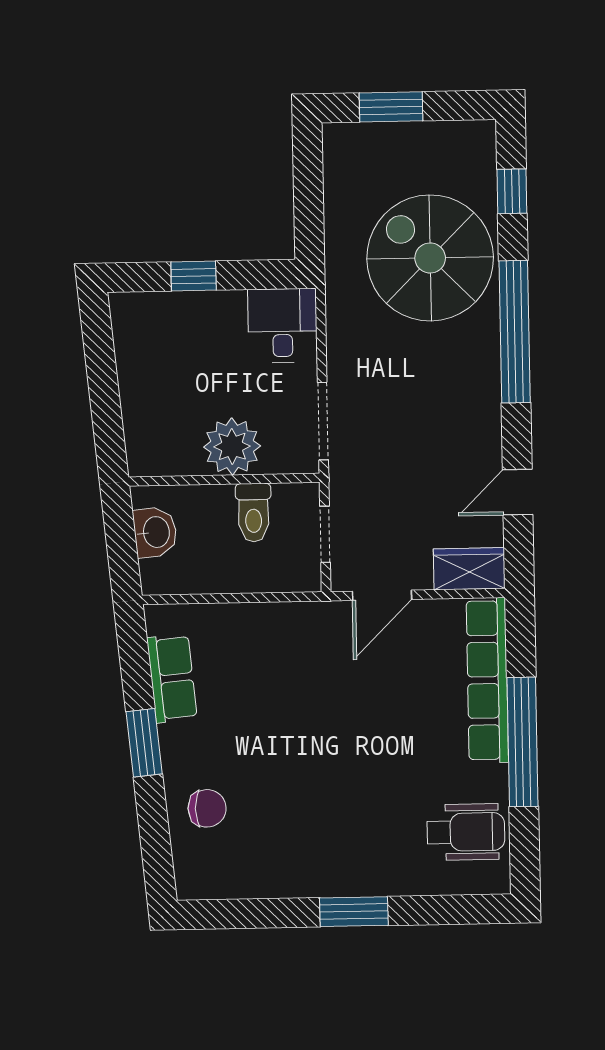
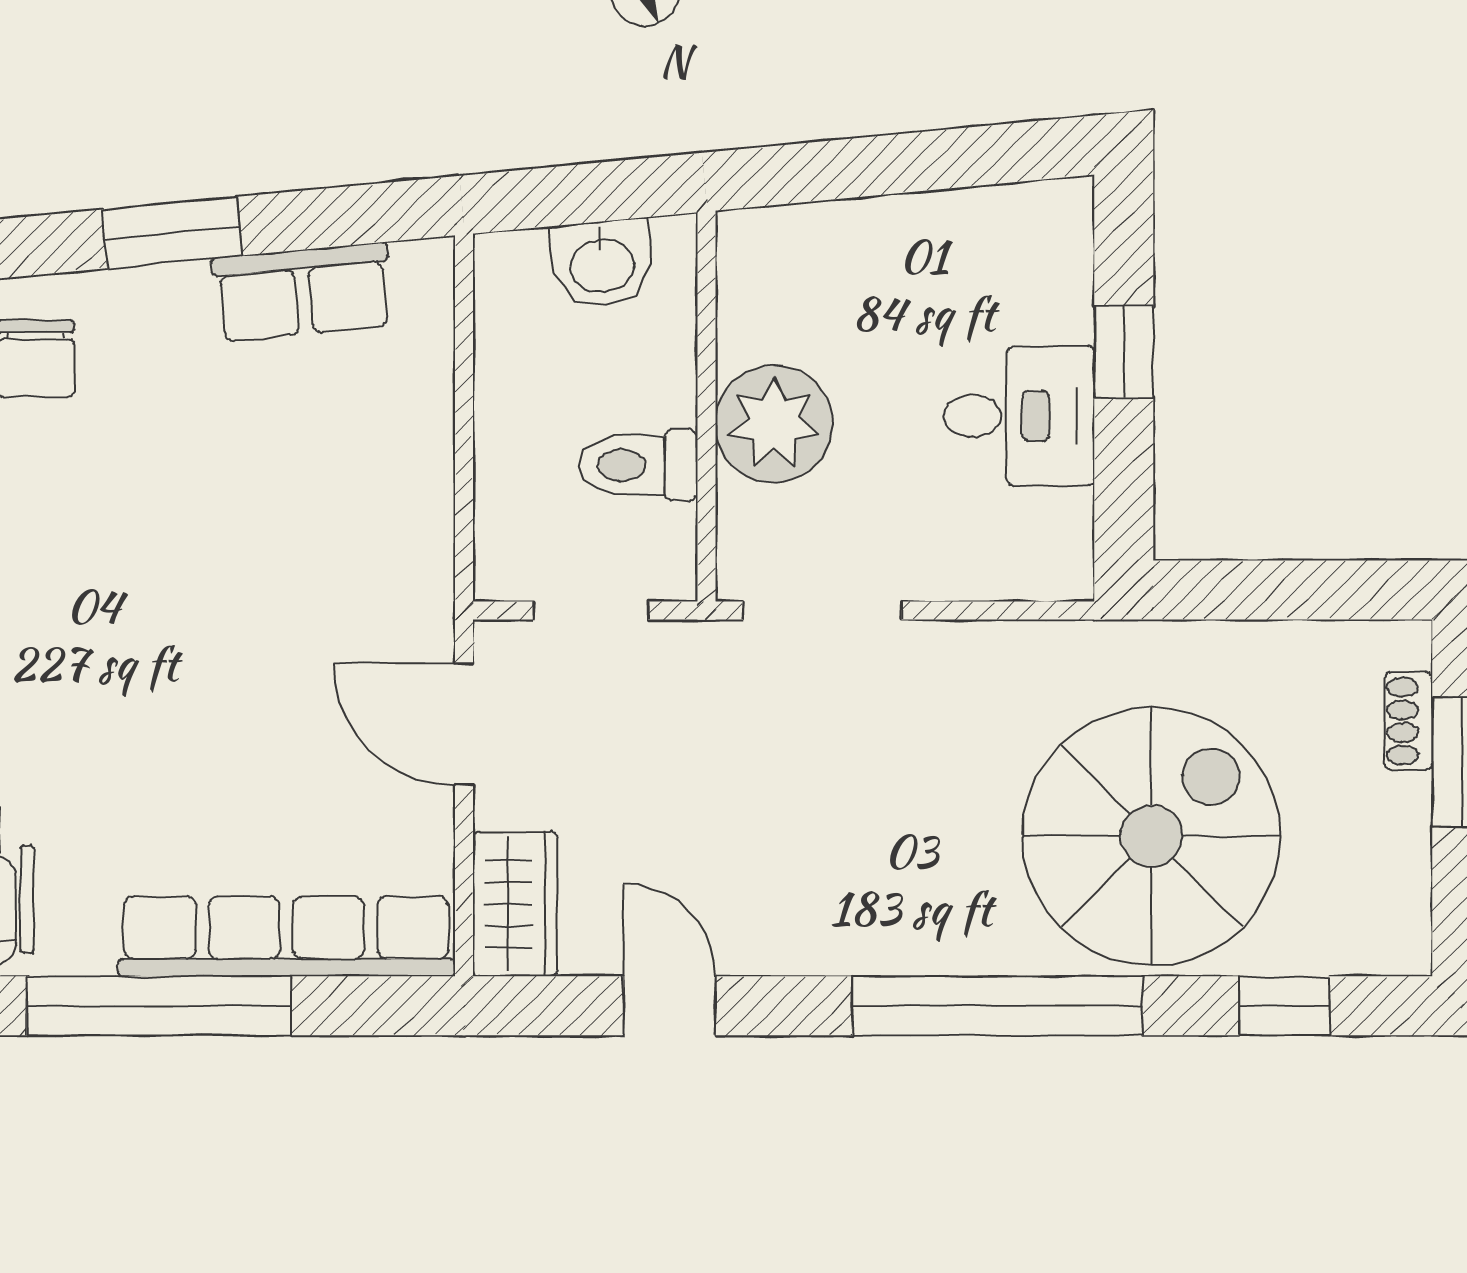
shoe rack: (371, 133) -> (1409, 721), added
desk: (282, 326) -> (1019, 416), moved

